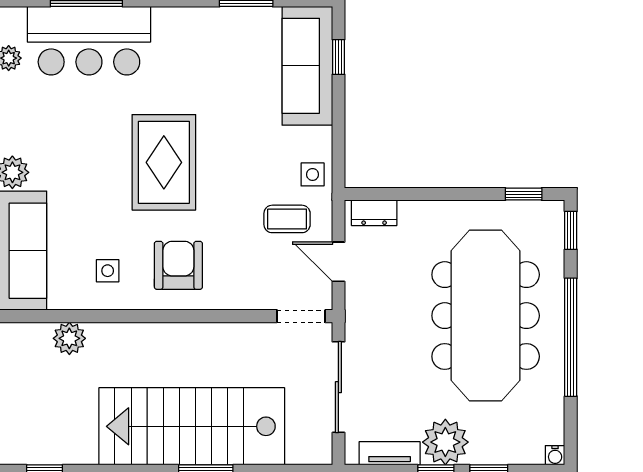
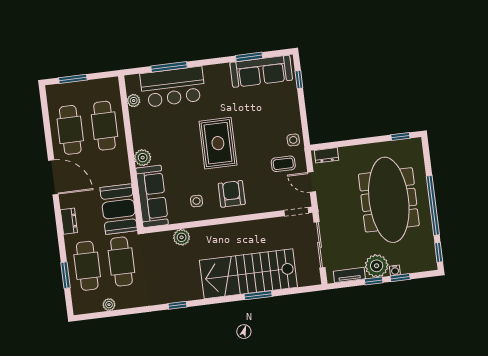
sofa: (307, 66) -> (261, 71), moved, turned -90
window: (571, 230) -> (439, 252), moved
water cooler: (555, 455) -> (395, 270), moved

